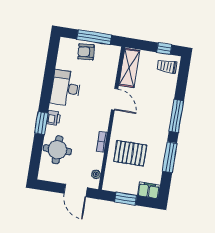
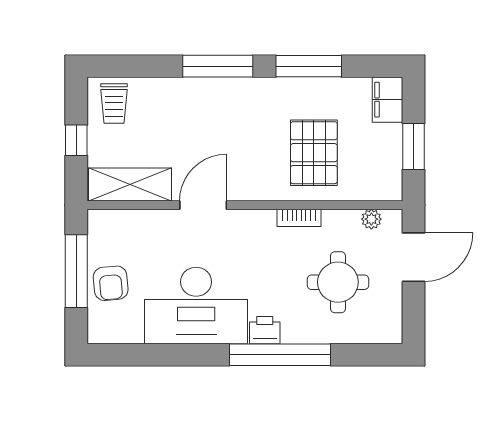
window: (164, 49) -> (76, 140), moved
desk: (66, 88) -> (196, 306), width x1.36, depth x1.30
window: (41, 123) -> (280, 355), width x2.11
round table: (57, 150) -> (338, 282), moved

